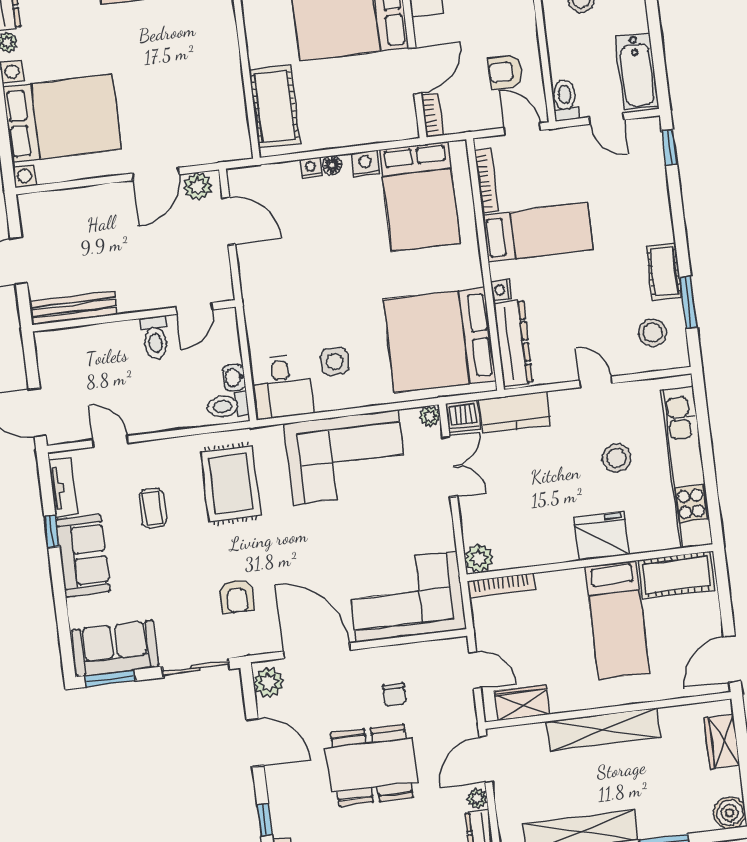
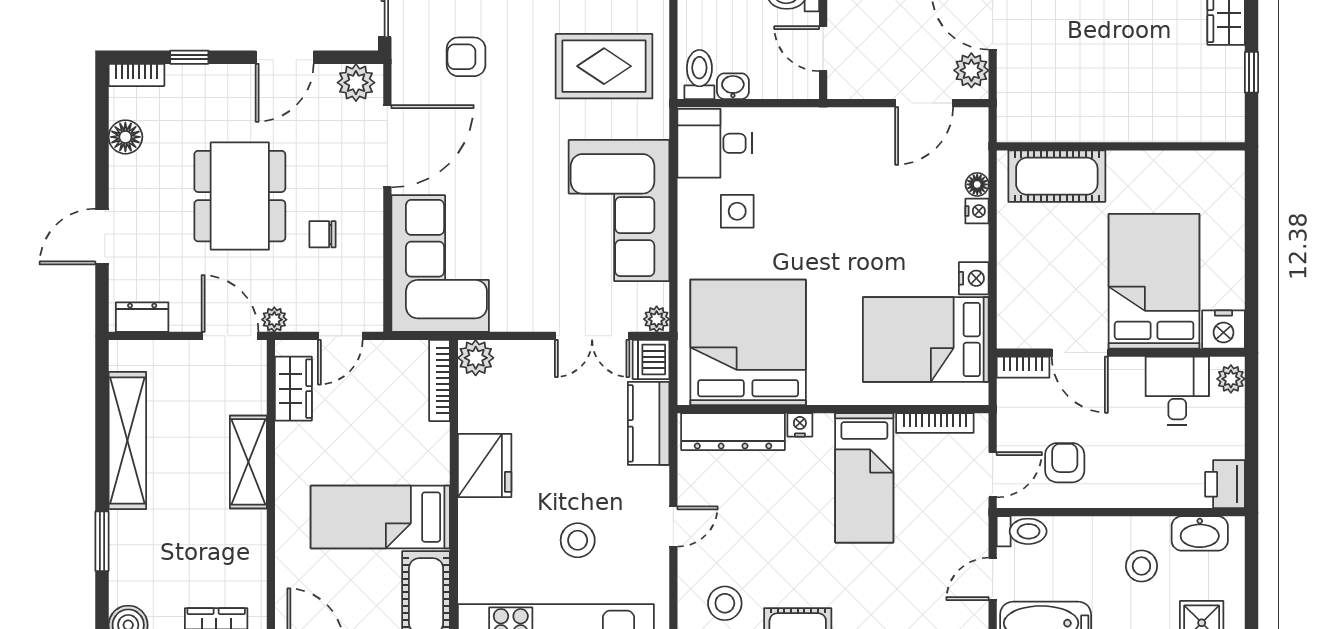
floor lamp: (332, 165) -> (977, 184), moved
fridge: (602, 536) -> (485, 465), moved
shelving: (603, 730) -> (248, 462), width x0.68
plant: (477, 798) -> (274, 320), moved

